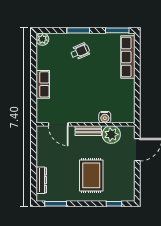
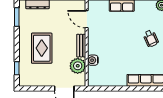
door: (58, 124) -> (87, 19), hinge flipped
rug: (91, 175) -> (42, 48), turned 90

